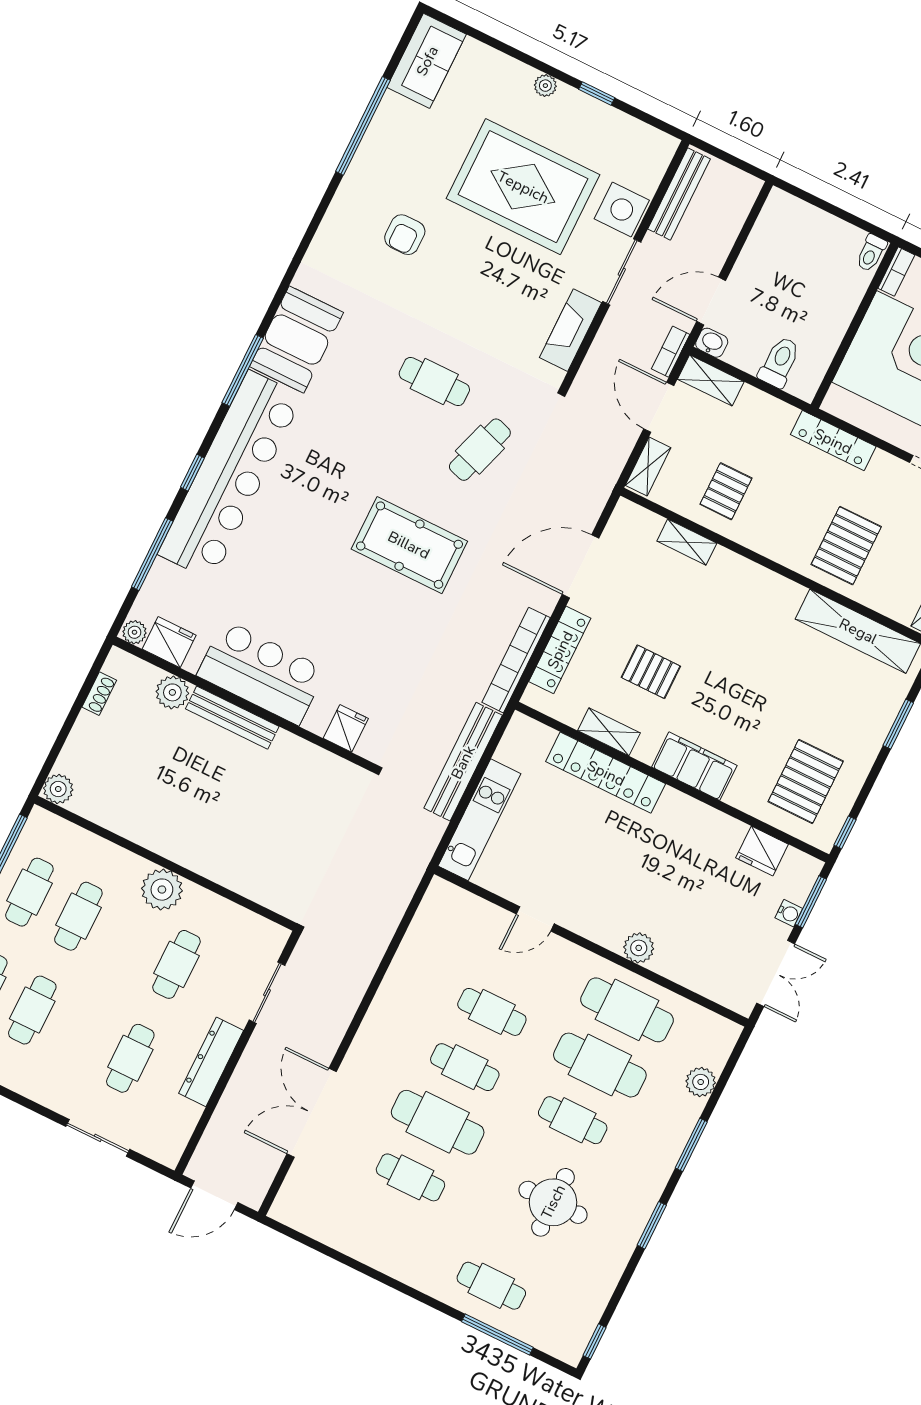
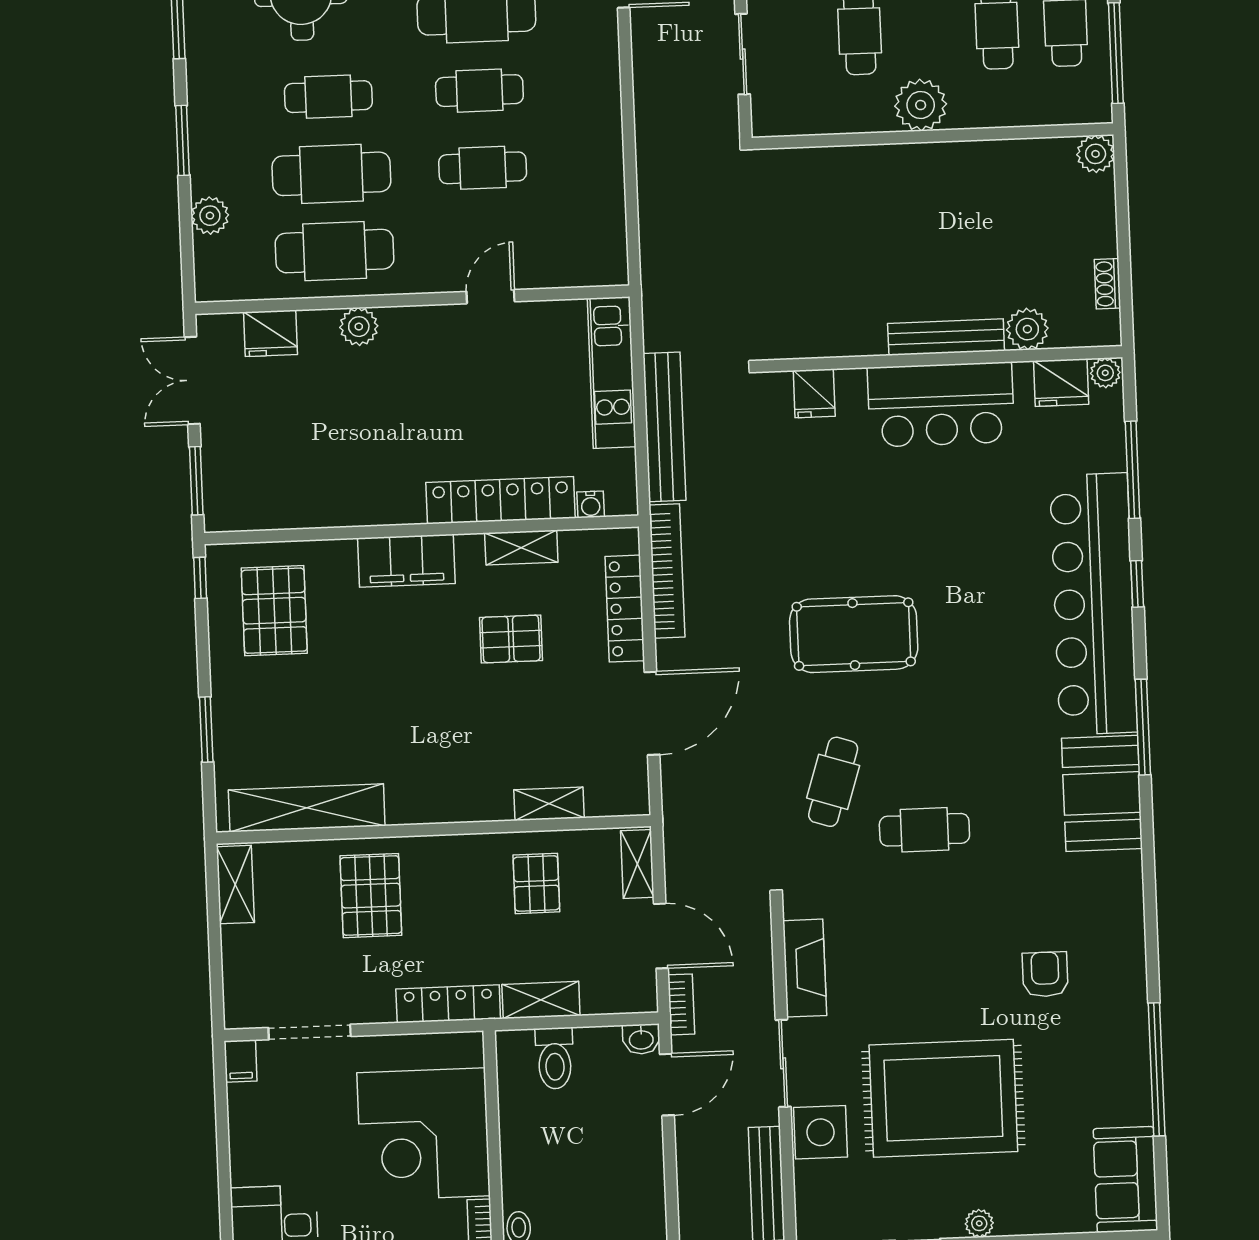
shelving: (711, 380) -> (541, 1000), moved
fridge: (762, 851) -> (271, 333), moved, turned 180
water cooler: (789, 913) -> (591, 504), moved, turned -90

